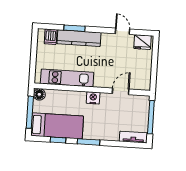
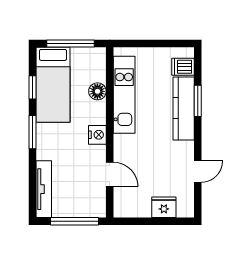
fridge: (142, 42) -> (164, 207), moved, turned 90
floor lamp: (39, 94) -> (97, 91), moved
tv unit: (133, 137) -> (44, 189), width x1.41

